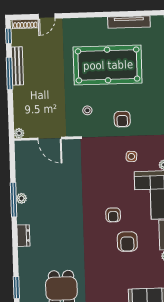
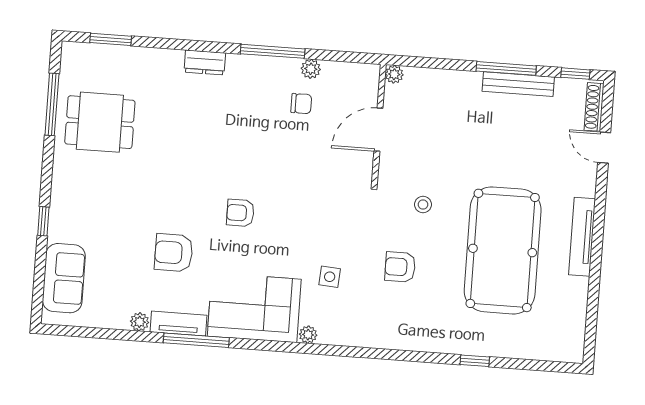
tv unit: (129, 22) -> (582, 237), moved
chair: (40, 181) -> (301, 104), added
plant: (21, 198) -> (311, 69), moved
armchair: (113, 215) -> (240, 213), moved

